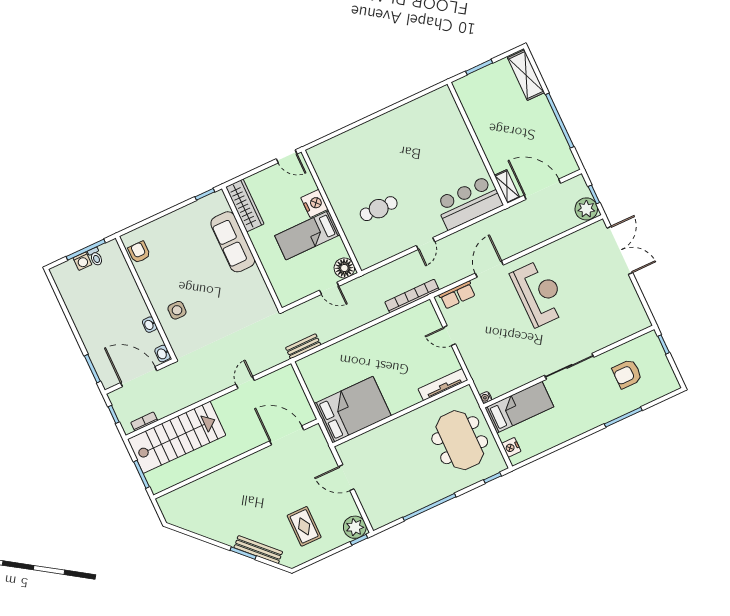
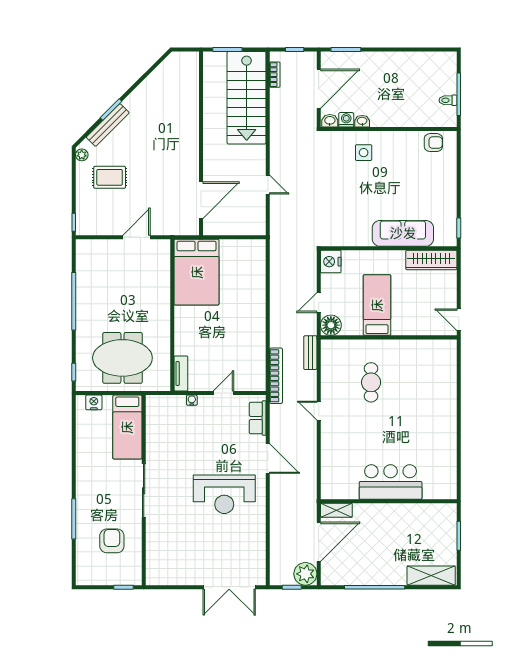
door: (287, 156) -> (459, 320), hinge flipped
nightstand: (314, 203) -> (331, 262), moved, turned 90
bar counter: (469, 203) -> (391, 482), moved, turned -90
plant: (586, 209) -> (305, 574), moved
washing machine: (82, 261) -> (346, 120), moved, turned 90
bench: (303, 346) -> (310, 353), moved
tv unit: (443, 385) -> (181, 373), width x0.71
water cooler: (486, 397) -> (192, 400), moved
plant: (355, 527) -> (82, 155), moved, width x0.53, depth x0.53

